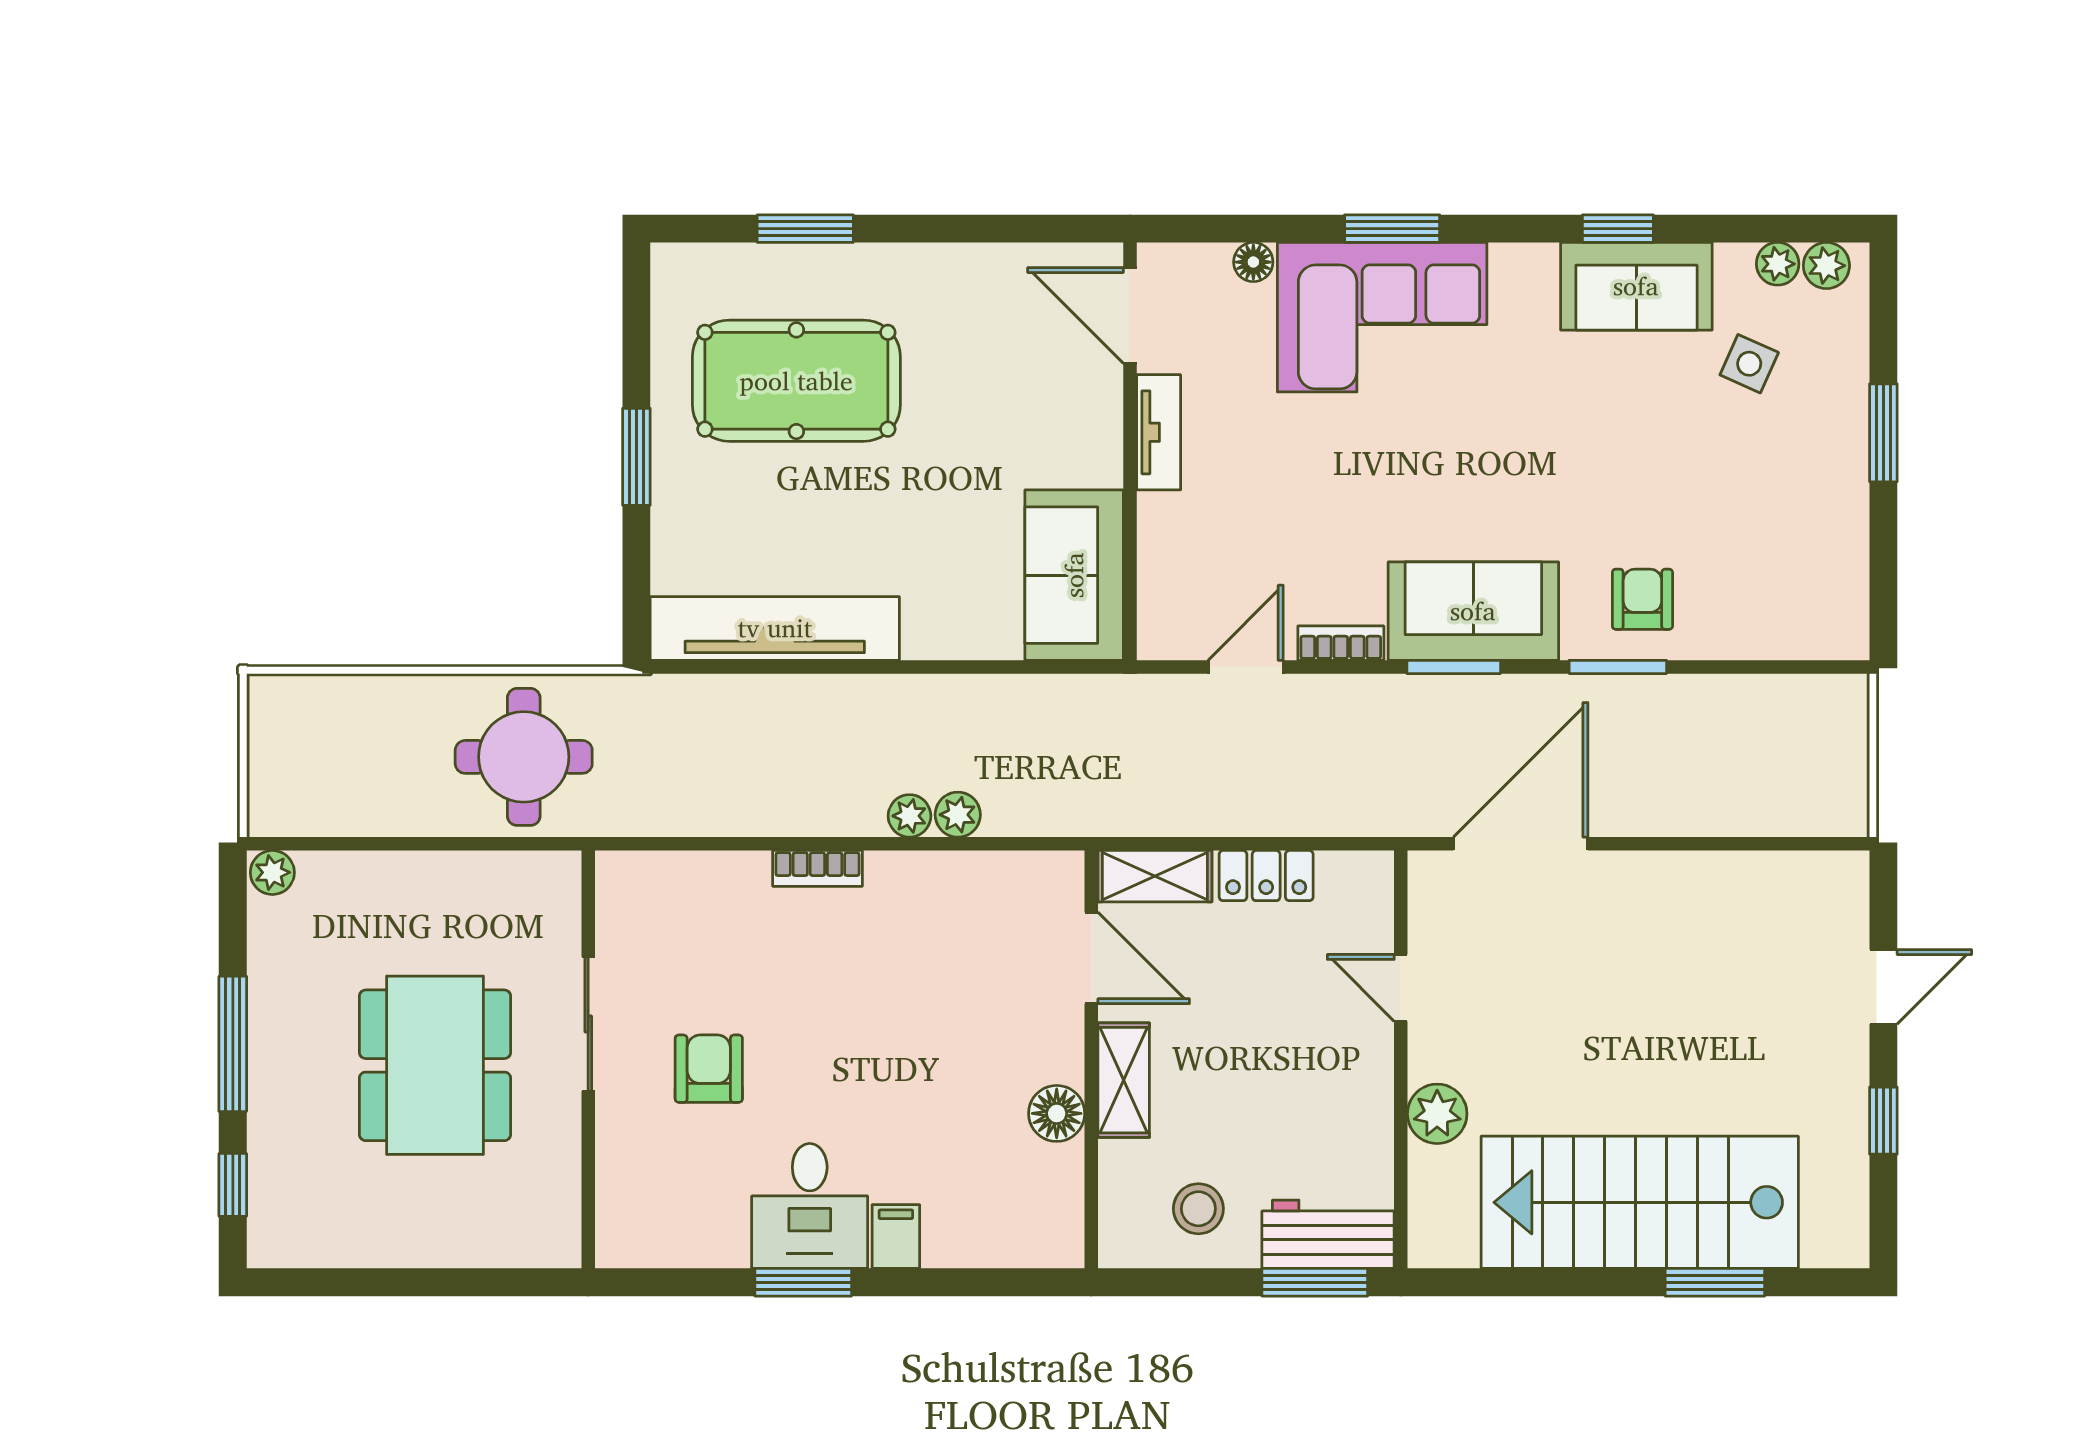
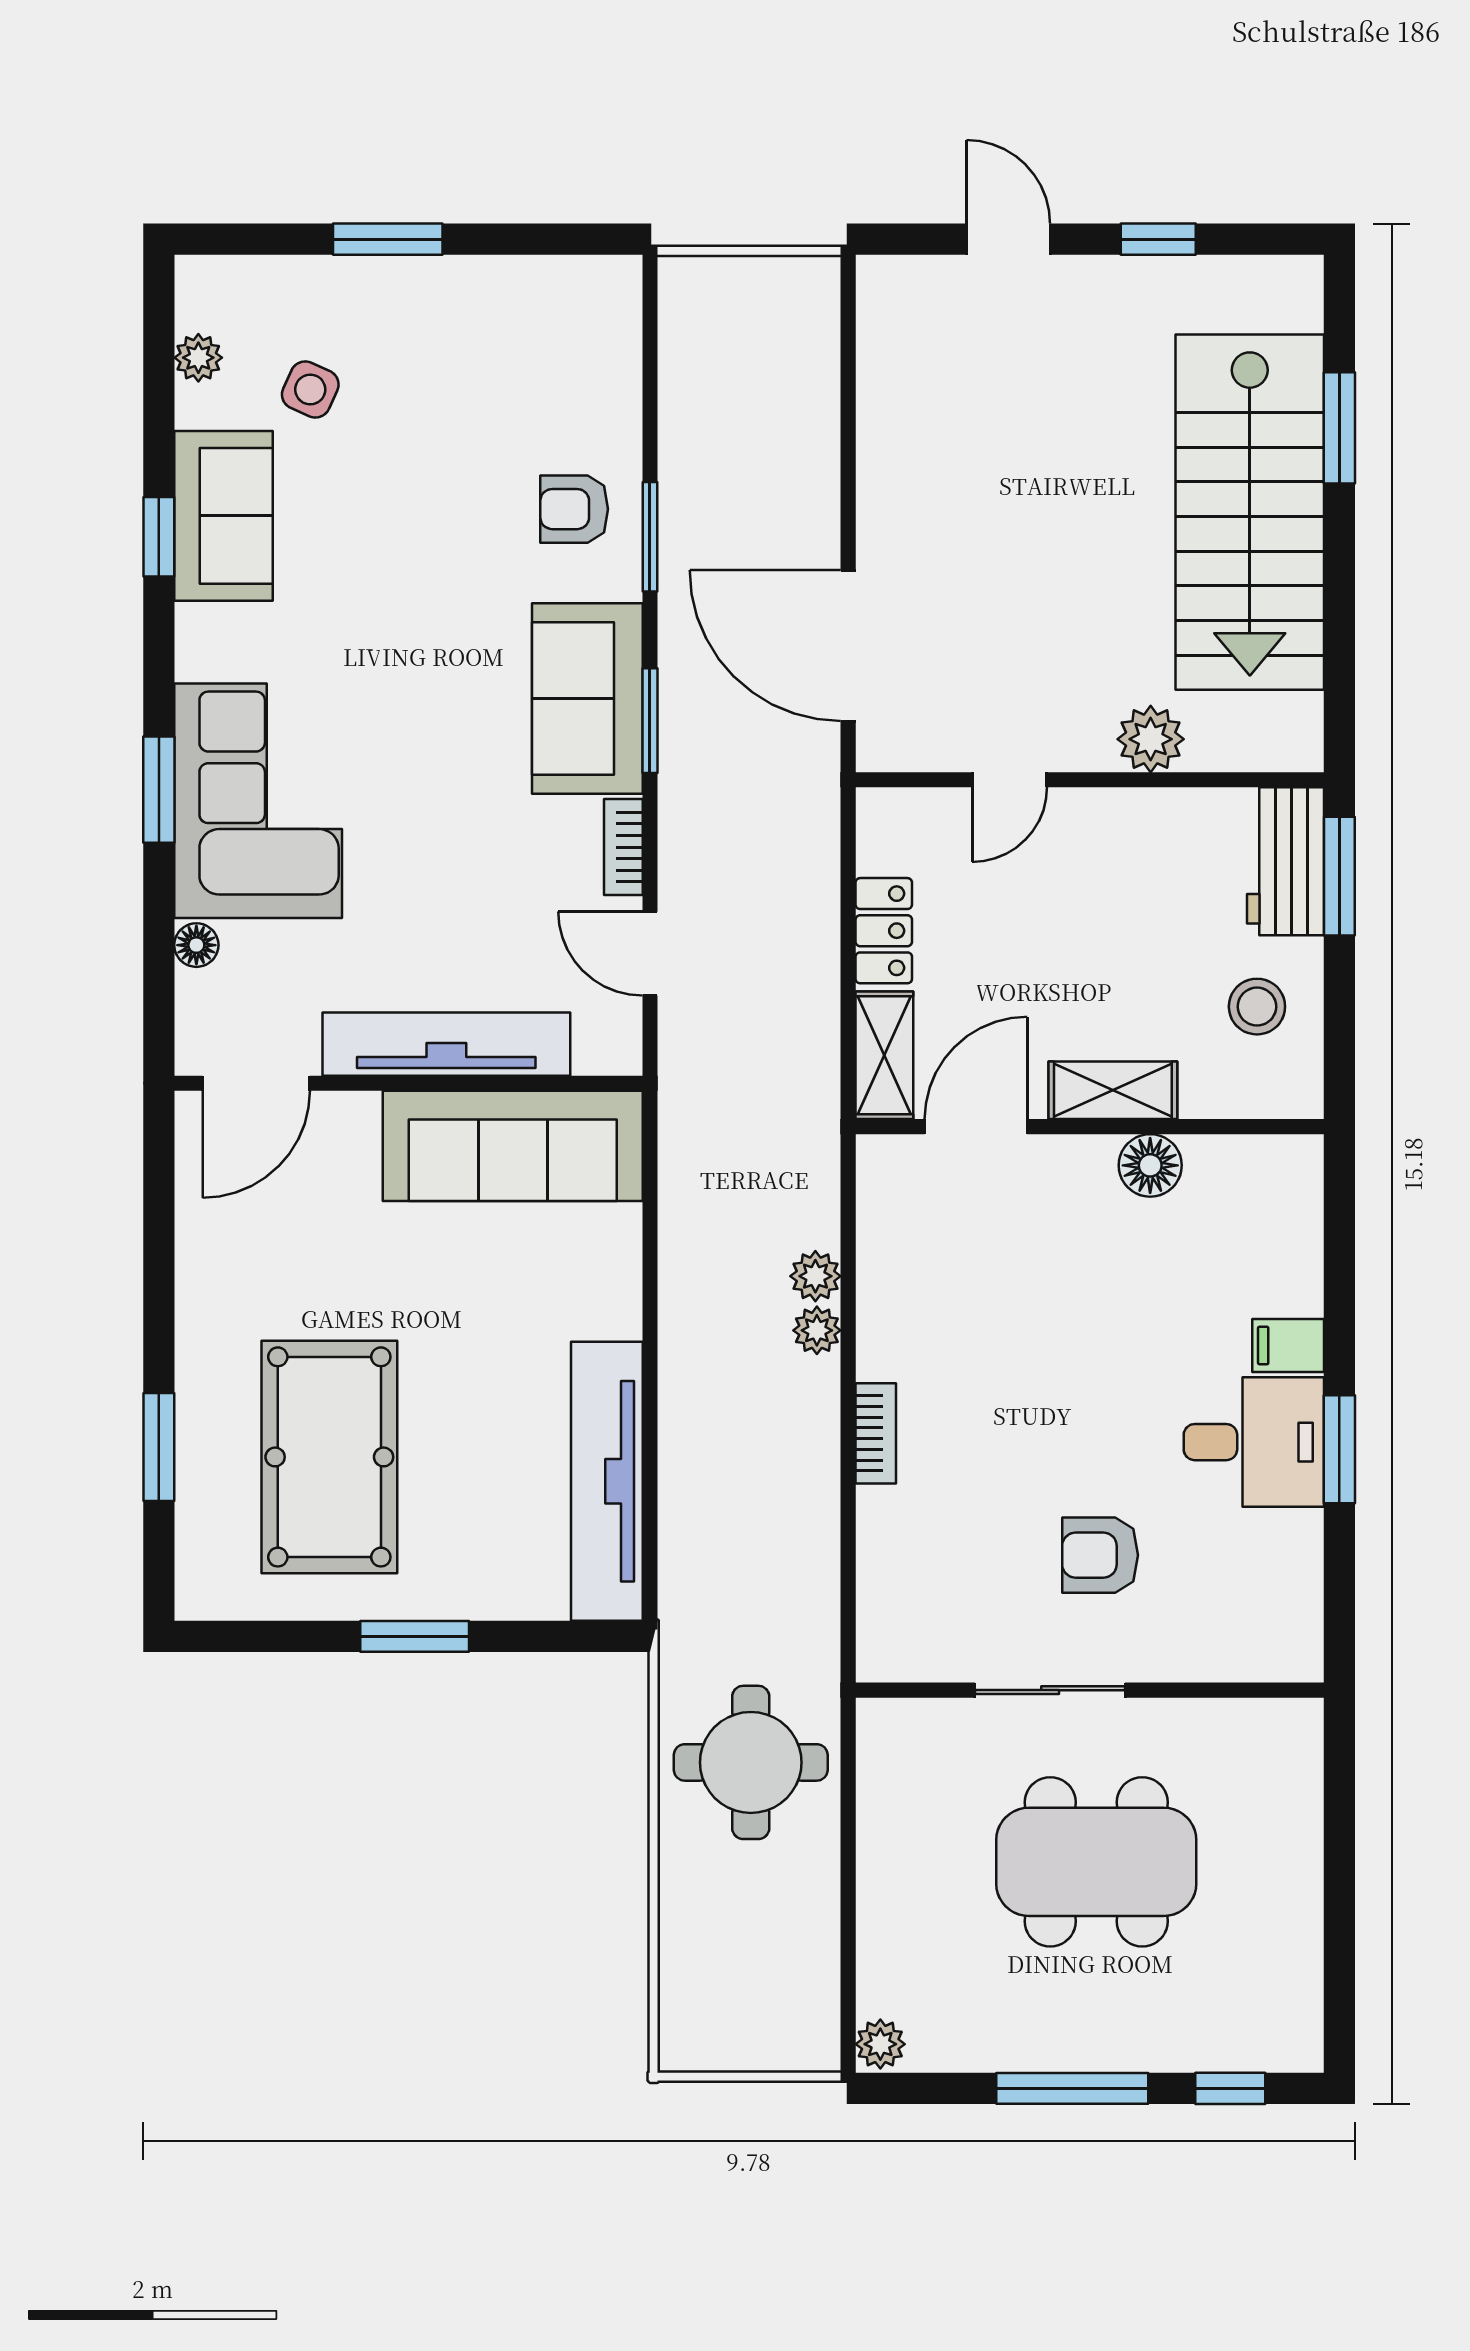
plant: (1826, 266) -> (200, 303), removed
tv unit: (1159, 432) -> (446, 1044), width x1.92, depth x1.29
sofa: (1074, 575) -> (513, 1146), width x1.36

